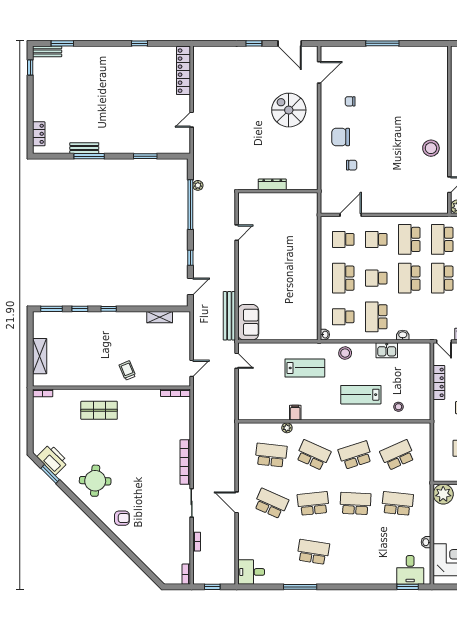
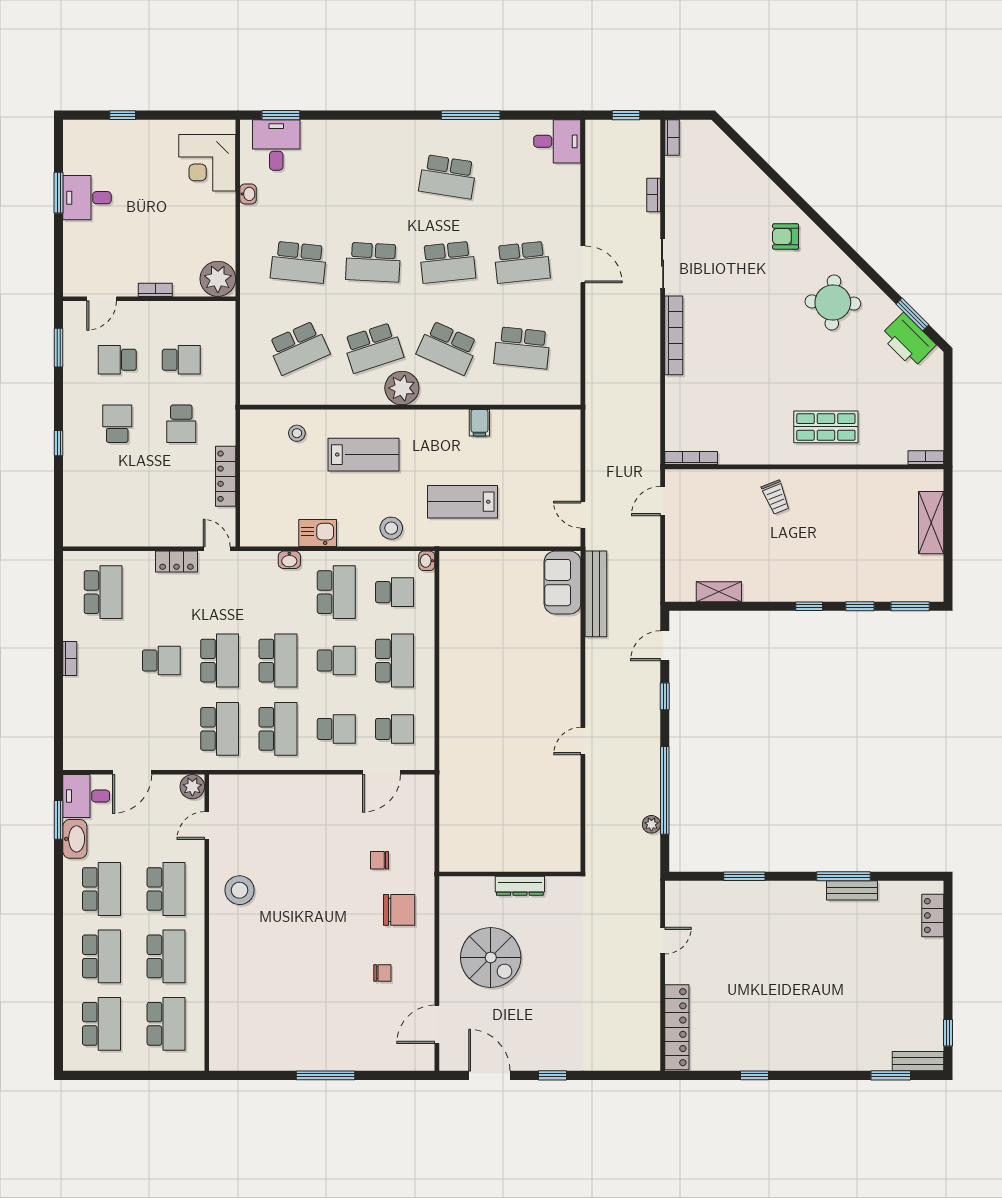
dresser: (272, 184) -> (520, 886), moved
wall: (278, 191) -> (510, 874), moved
plant: (287, 428) -> (402, 388), moved, width x1.88, depth x1.88
school desk: (271, 503) -> (522, 262), turned -30

